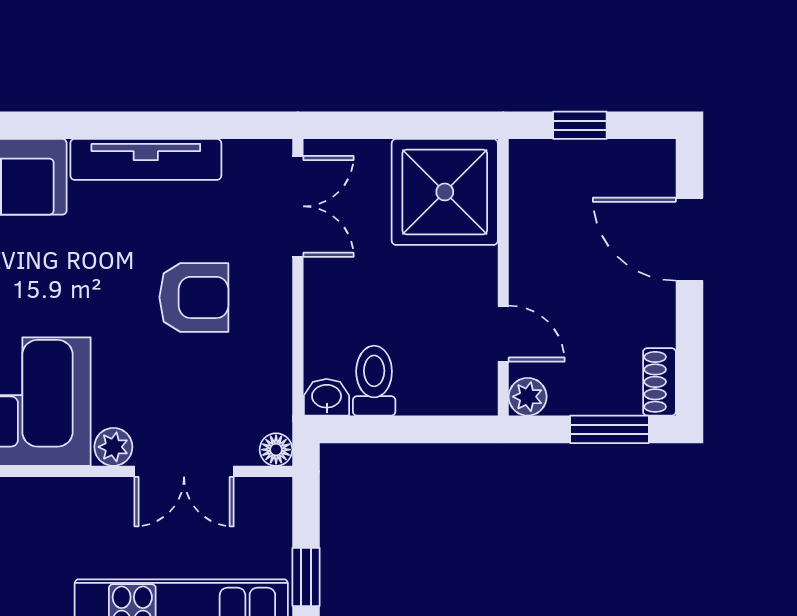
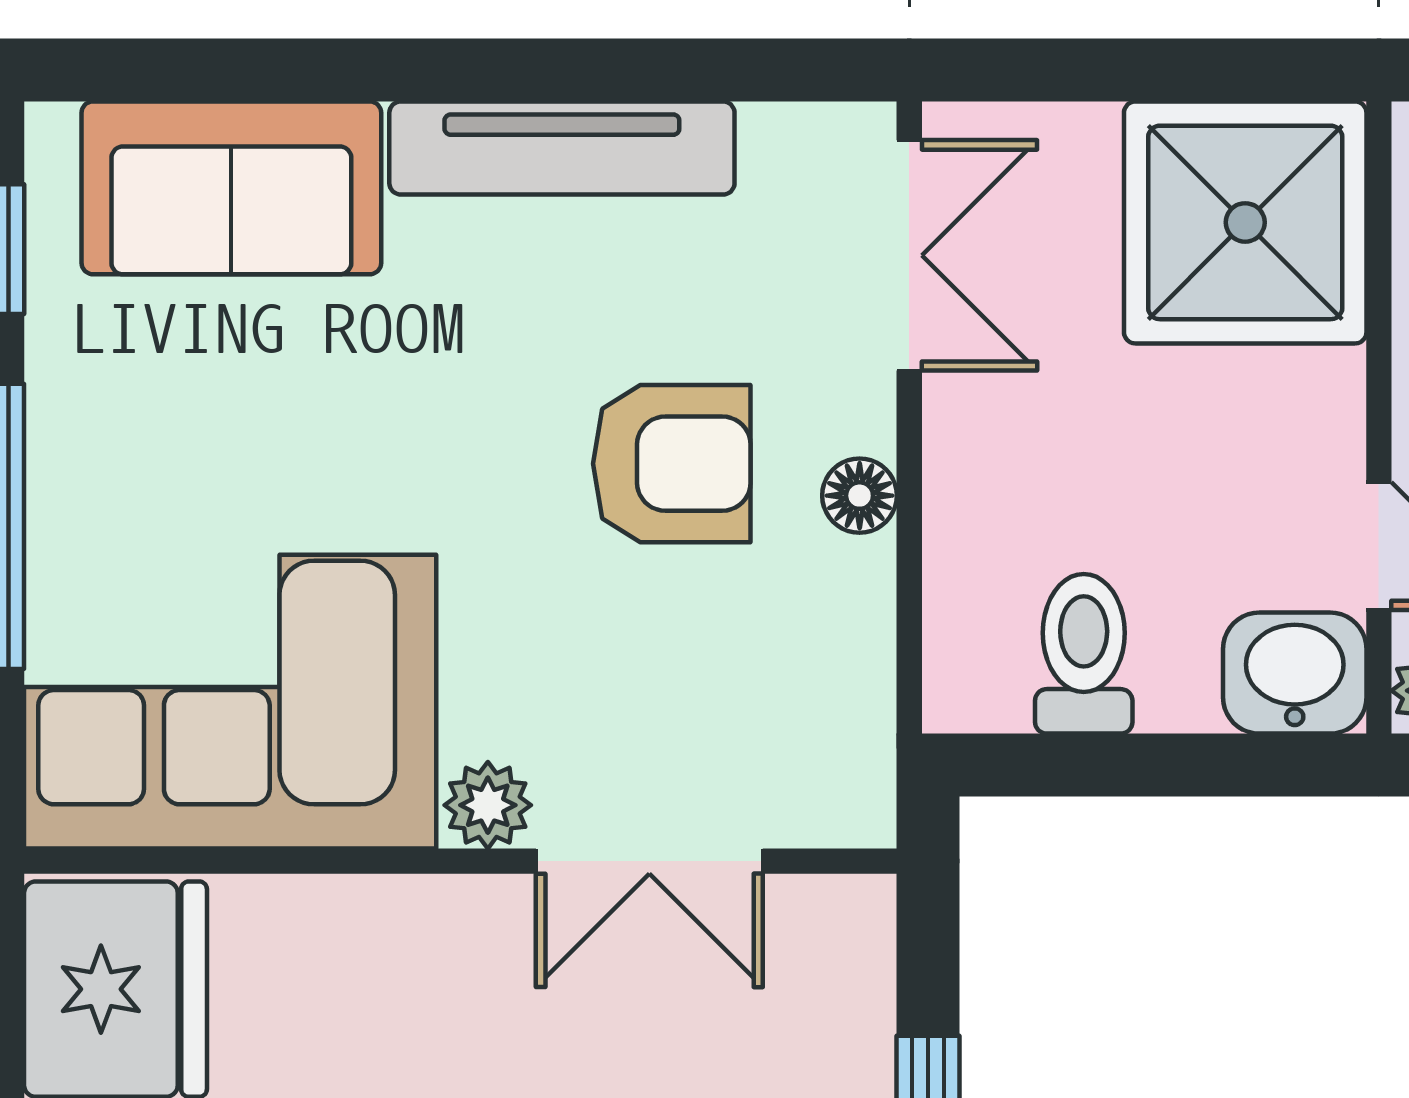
washbasin: (327, 397) -> (1295, 673), moved, width x1.38, depth x1.45
floor lamp: (276, 450) -> (860, 496), moved

